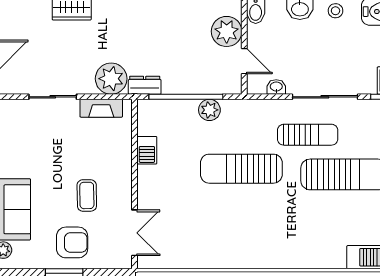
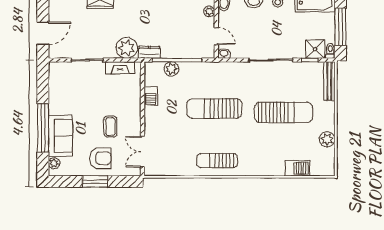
plant: (227, 31) -> (209, 11), width x0.53, depth x0.53
washbasin: (276, 87) -> (224, 53), moved
plant: (209, 110) -> (171, 69), moved
sun lounger: (308, 135) -> (217, 161), moved, turned 180
double door: (135, 233) -> (142, 152), swing flipped

